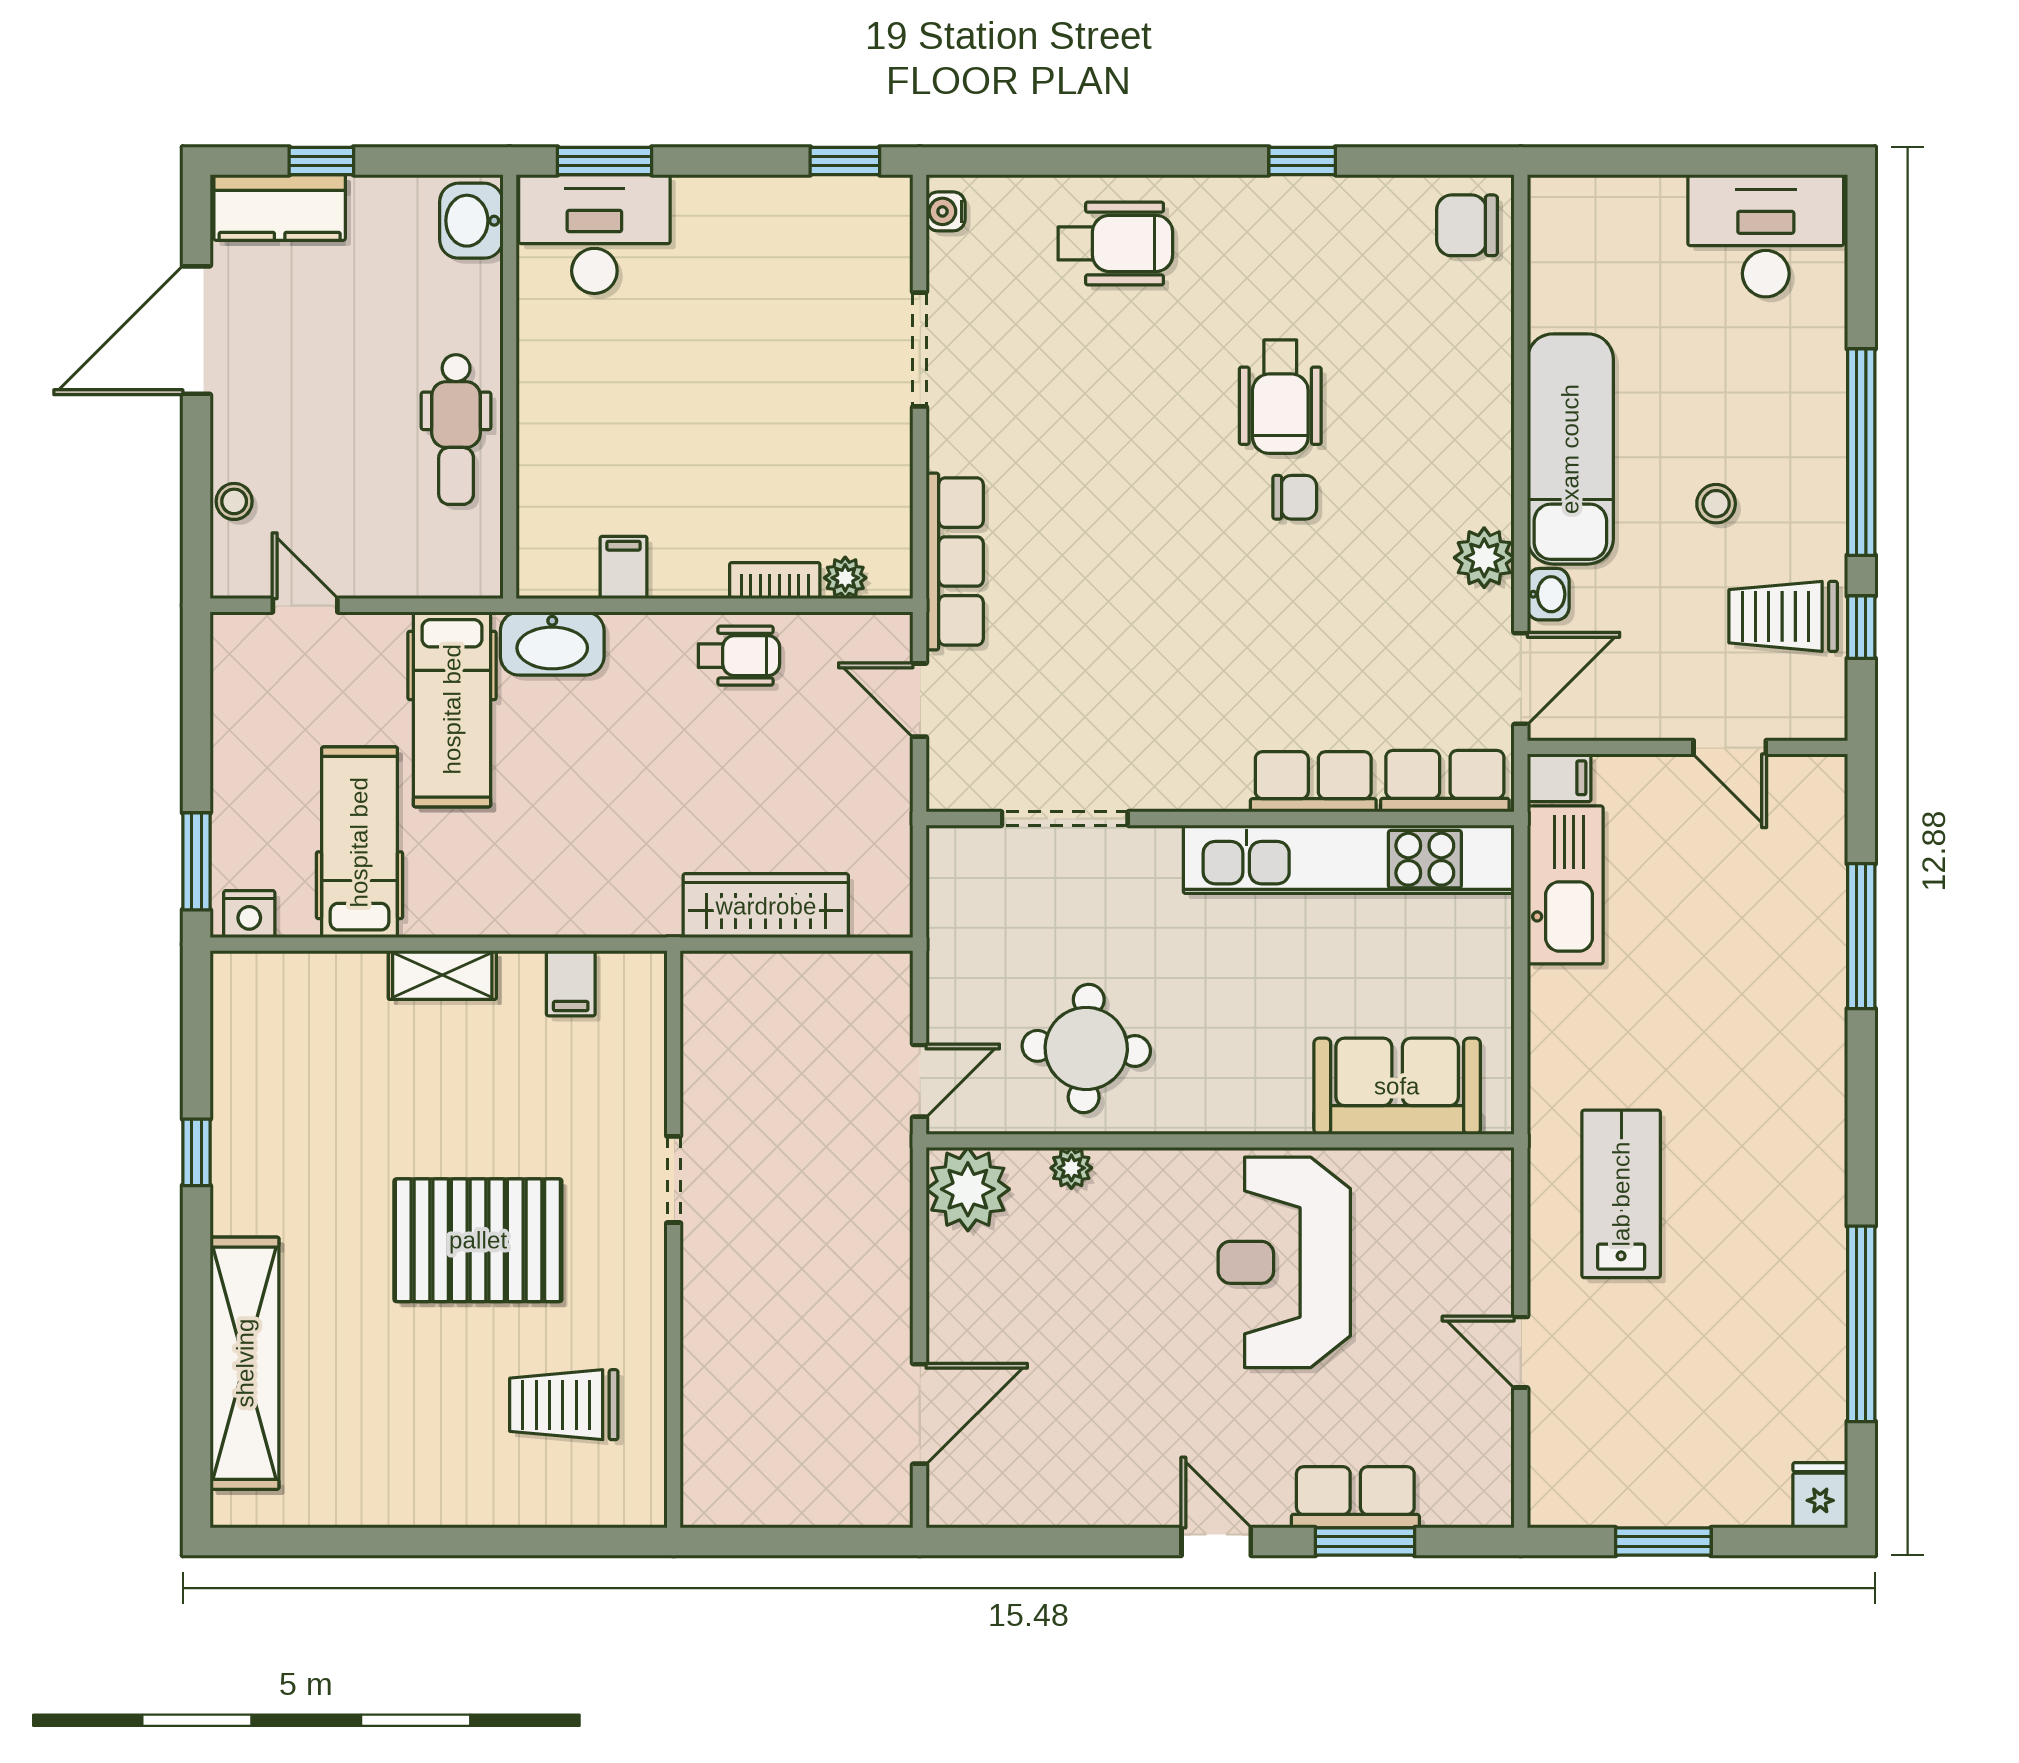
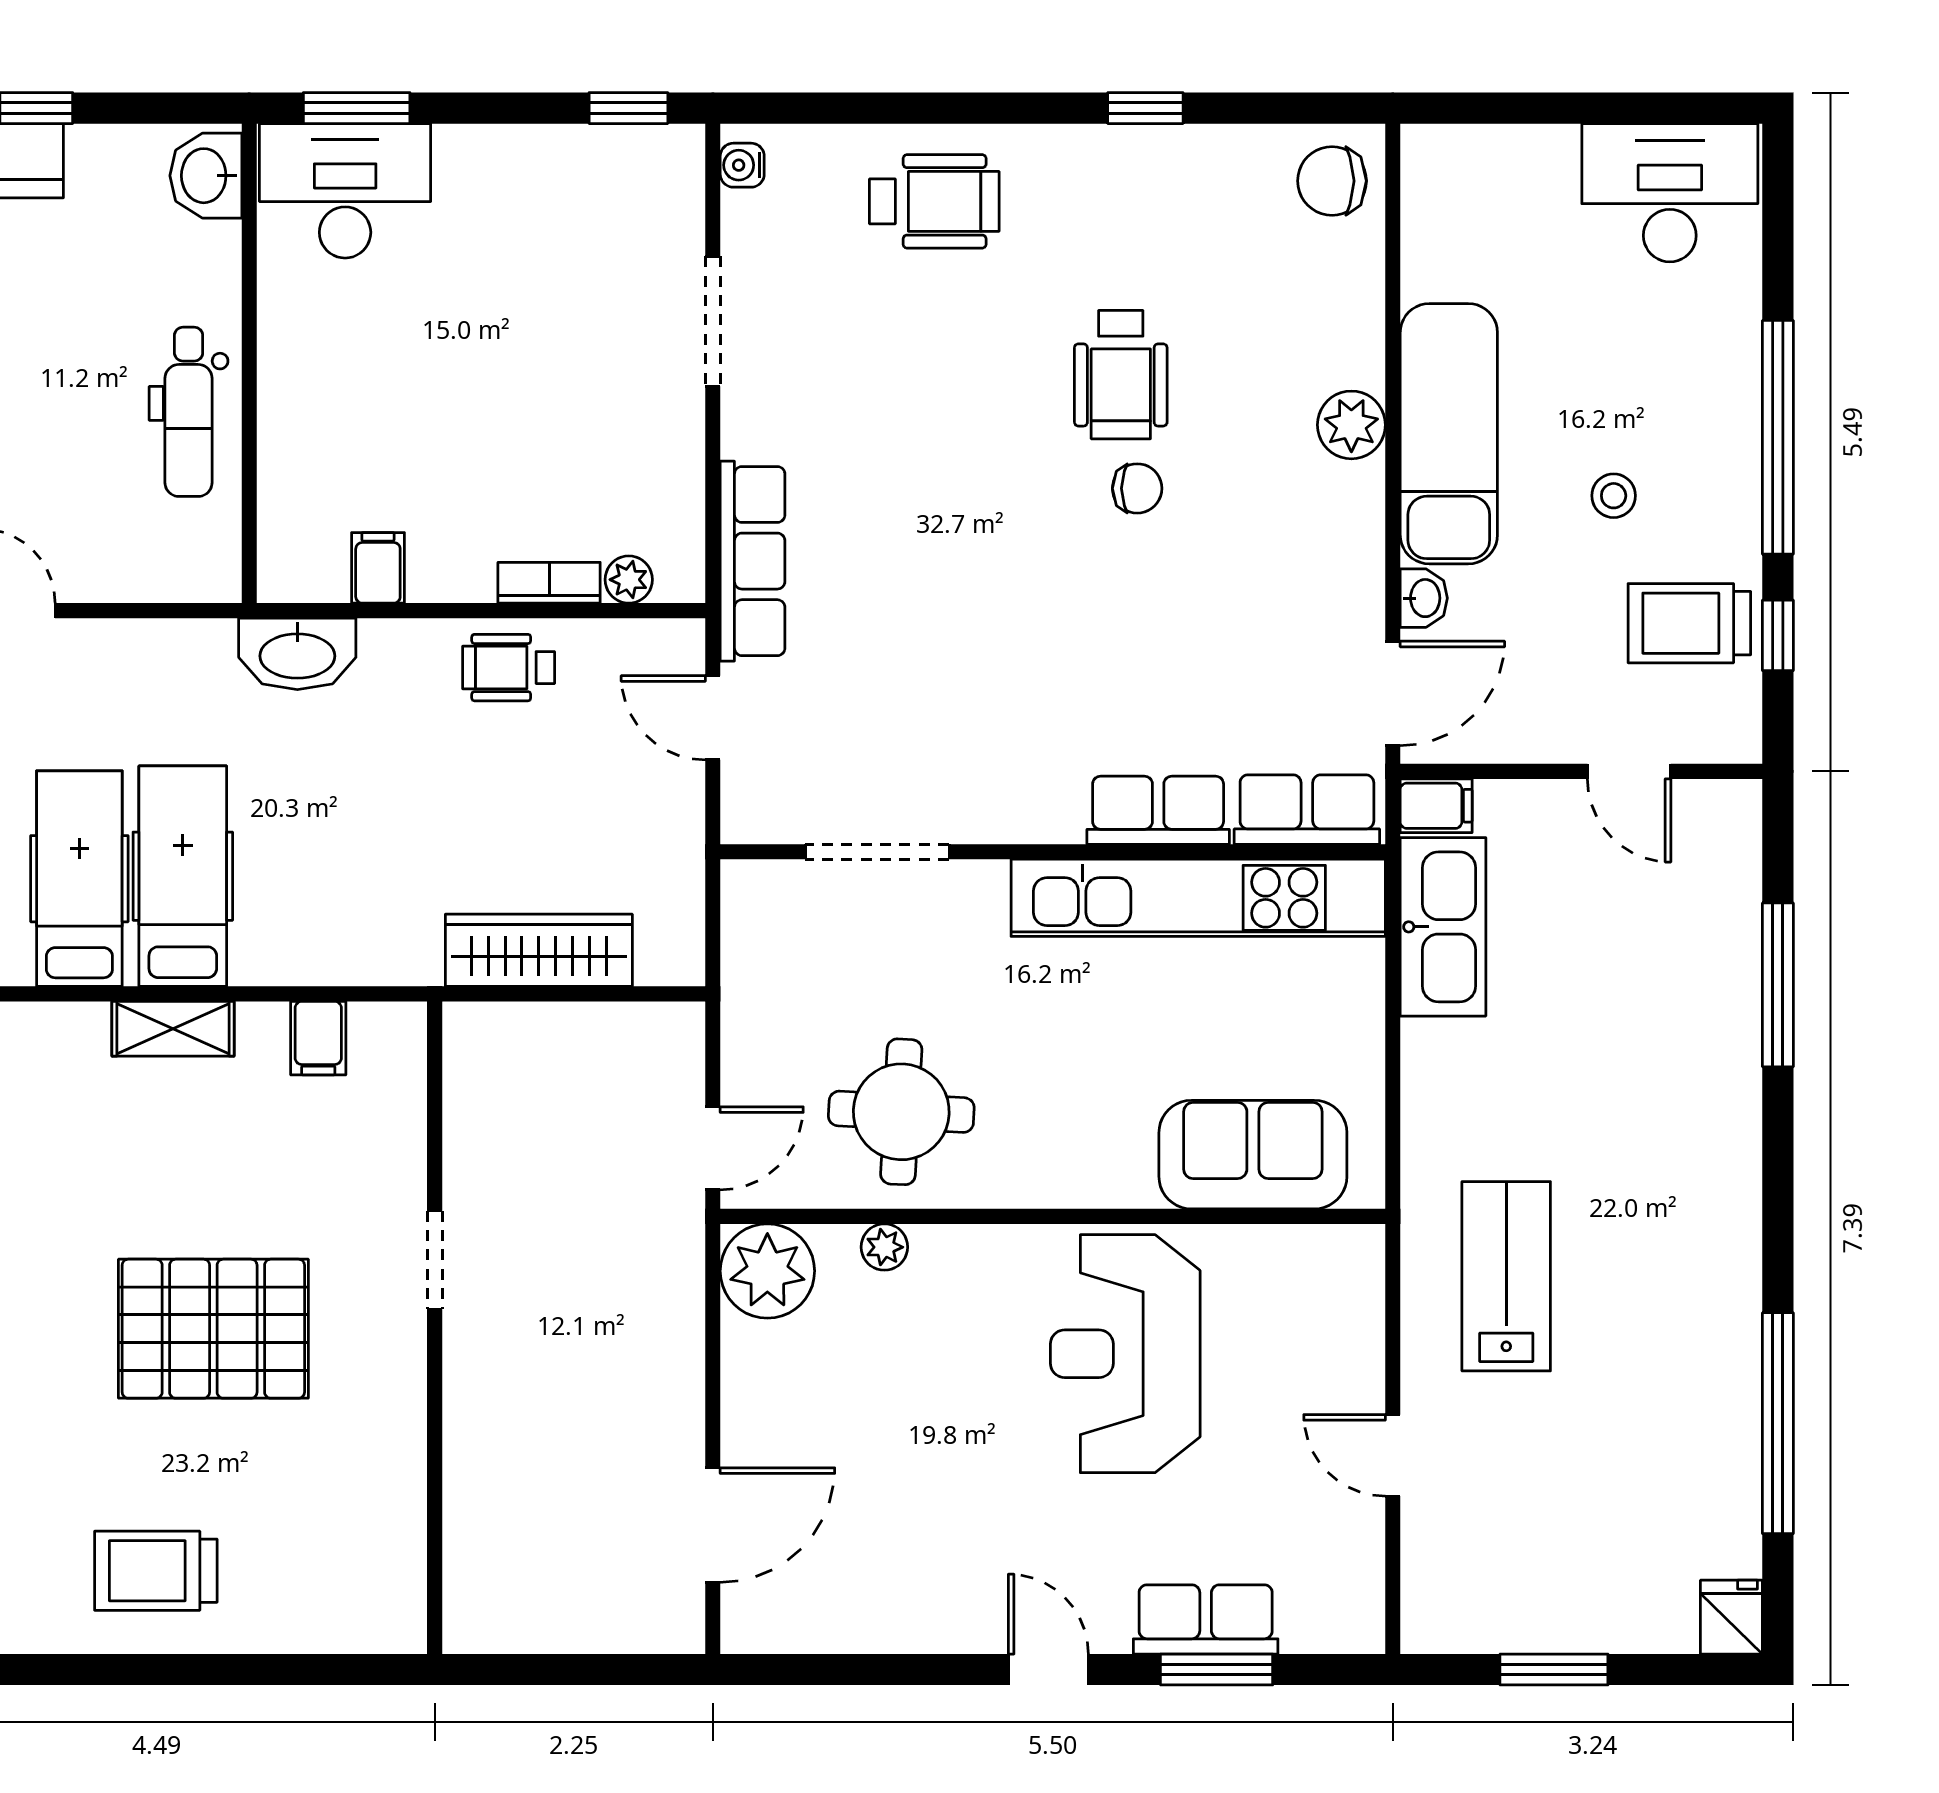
plant: (1484, 558) -> (1351, 425), moved
wheelchair: (739, 656) -> (509, 668), turned 180
hospital bed: (452, 709) -> (183, 876), moved, turned 180
trolley: (564, 1405) -> (156, 1571), moved

